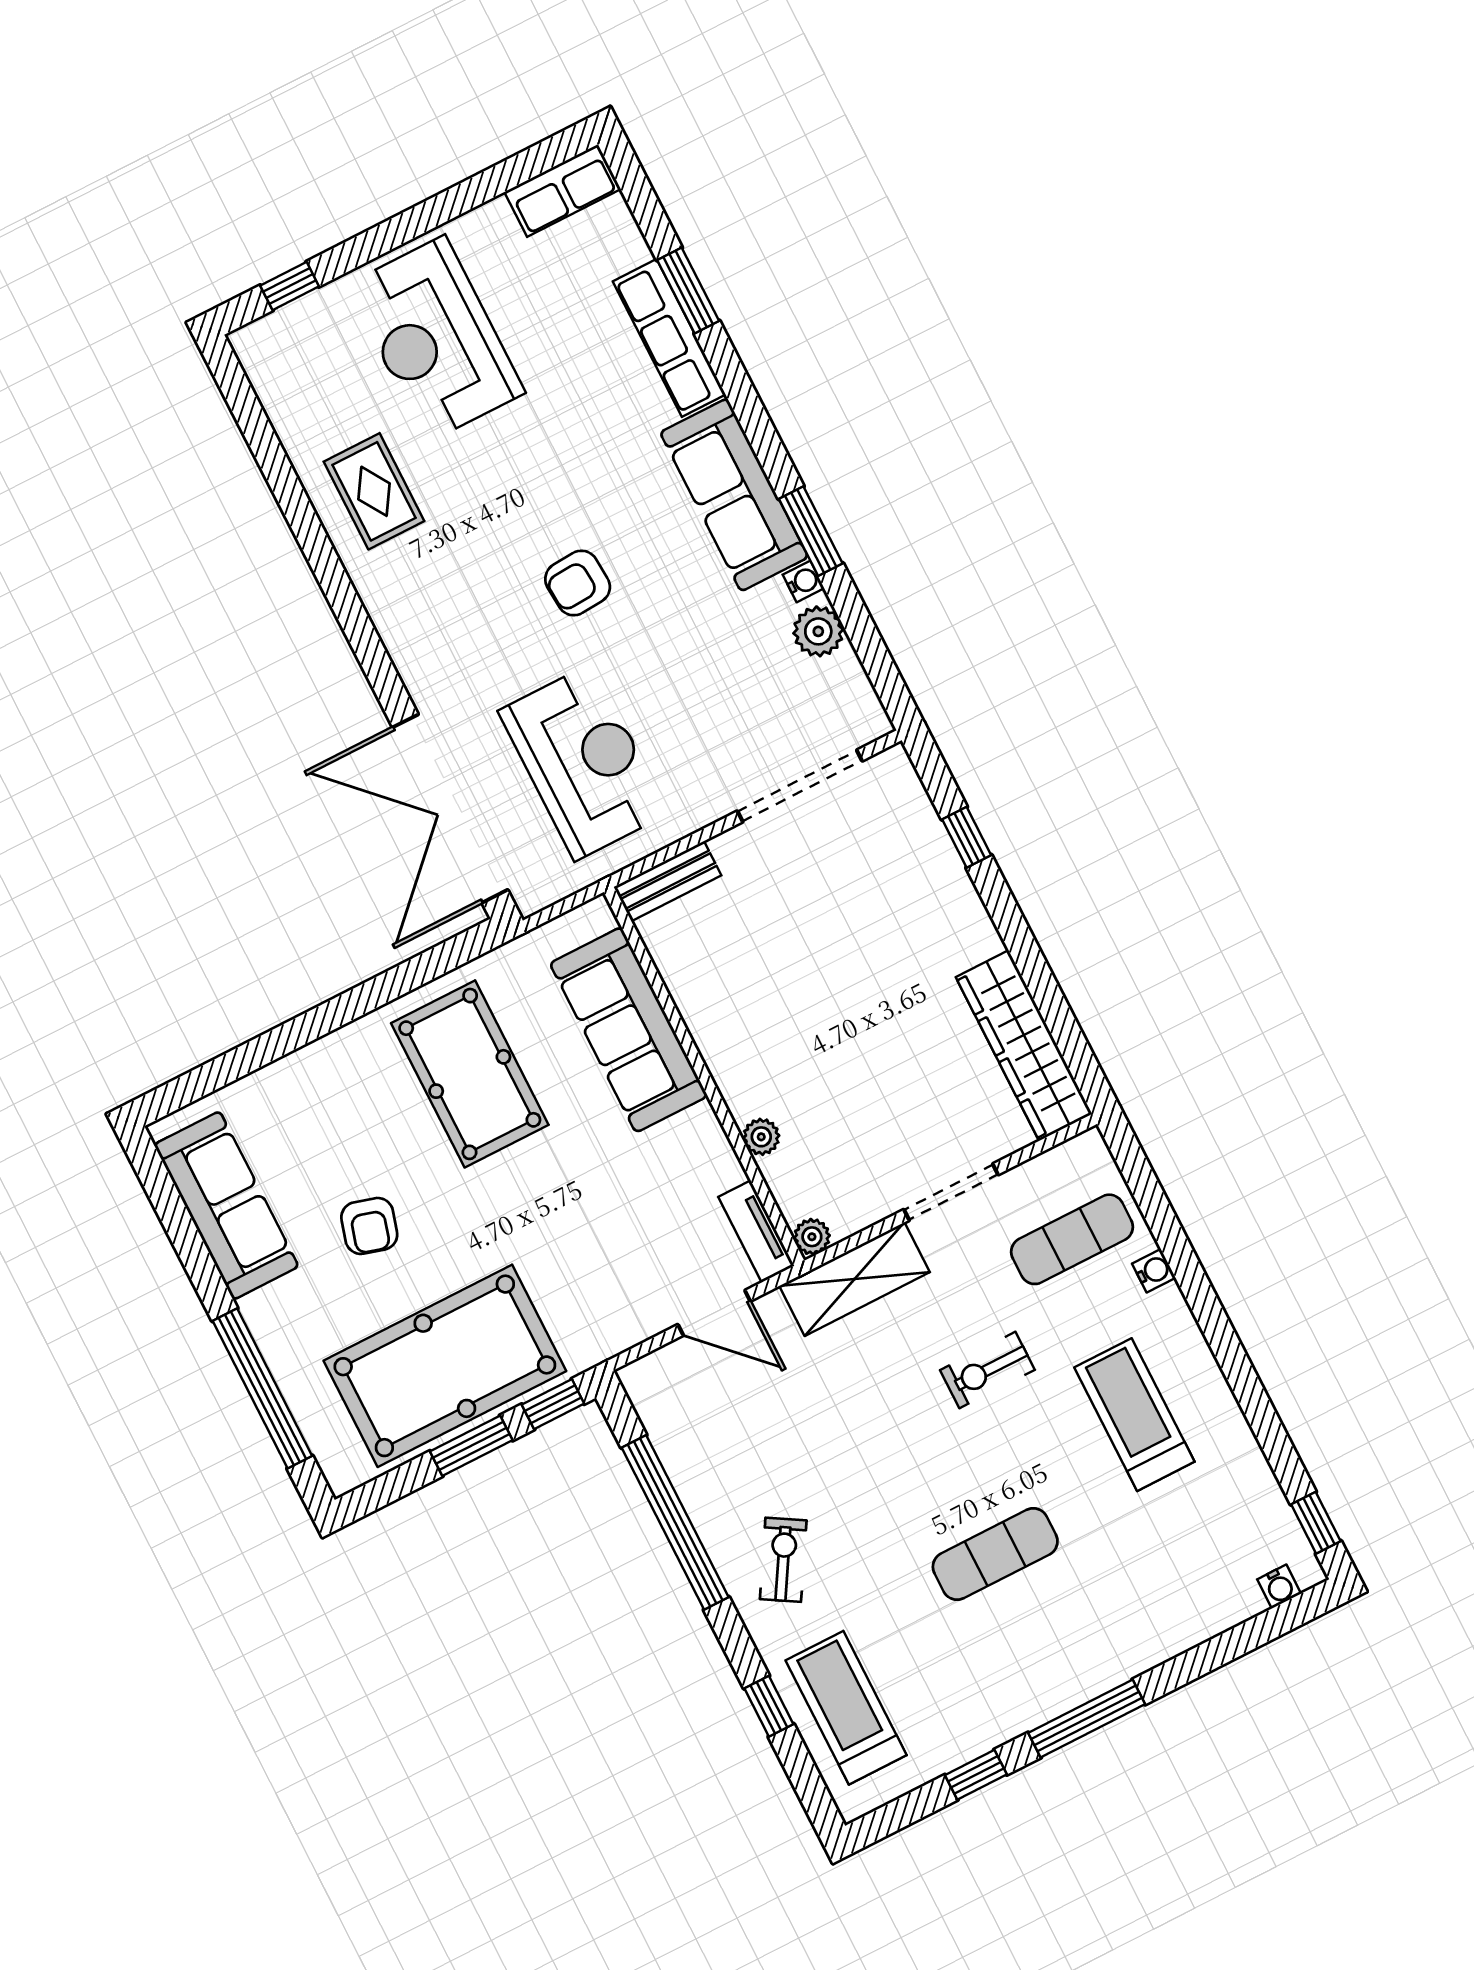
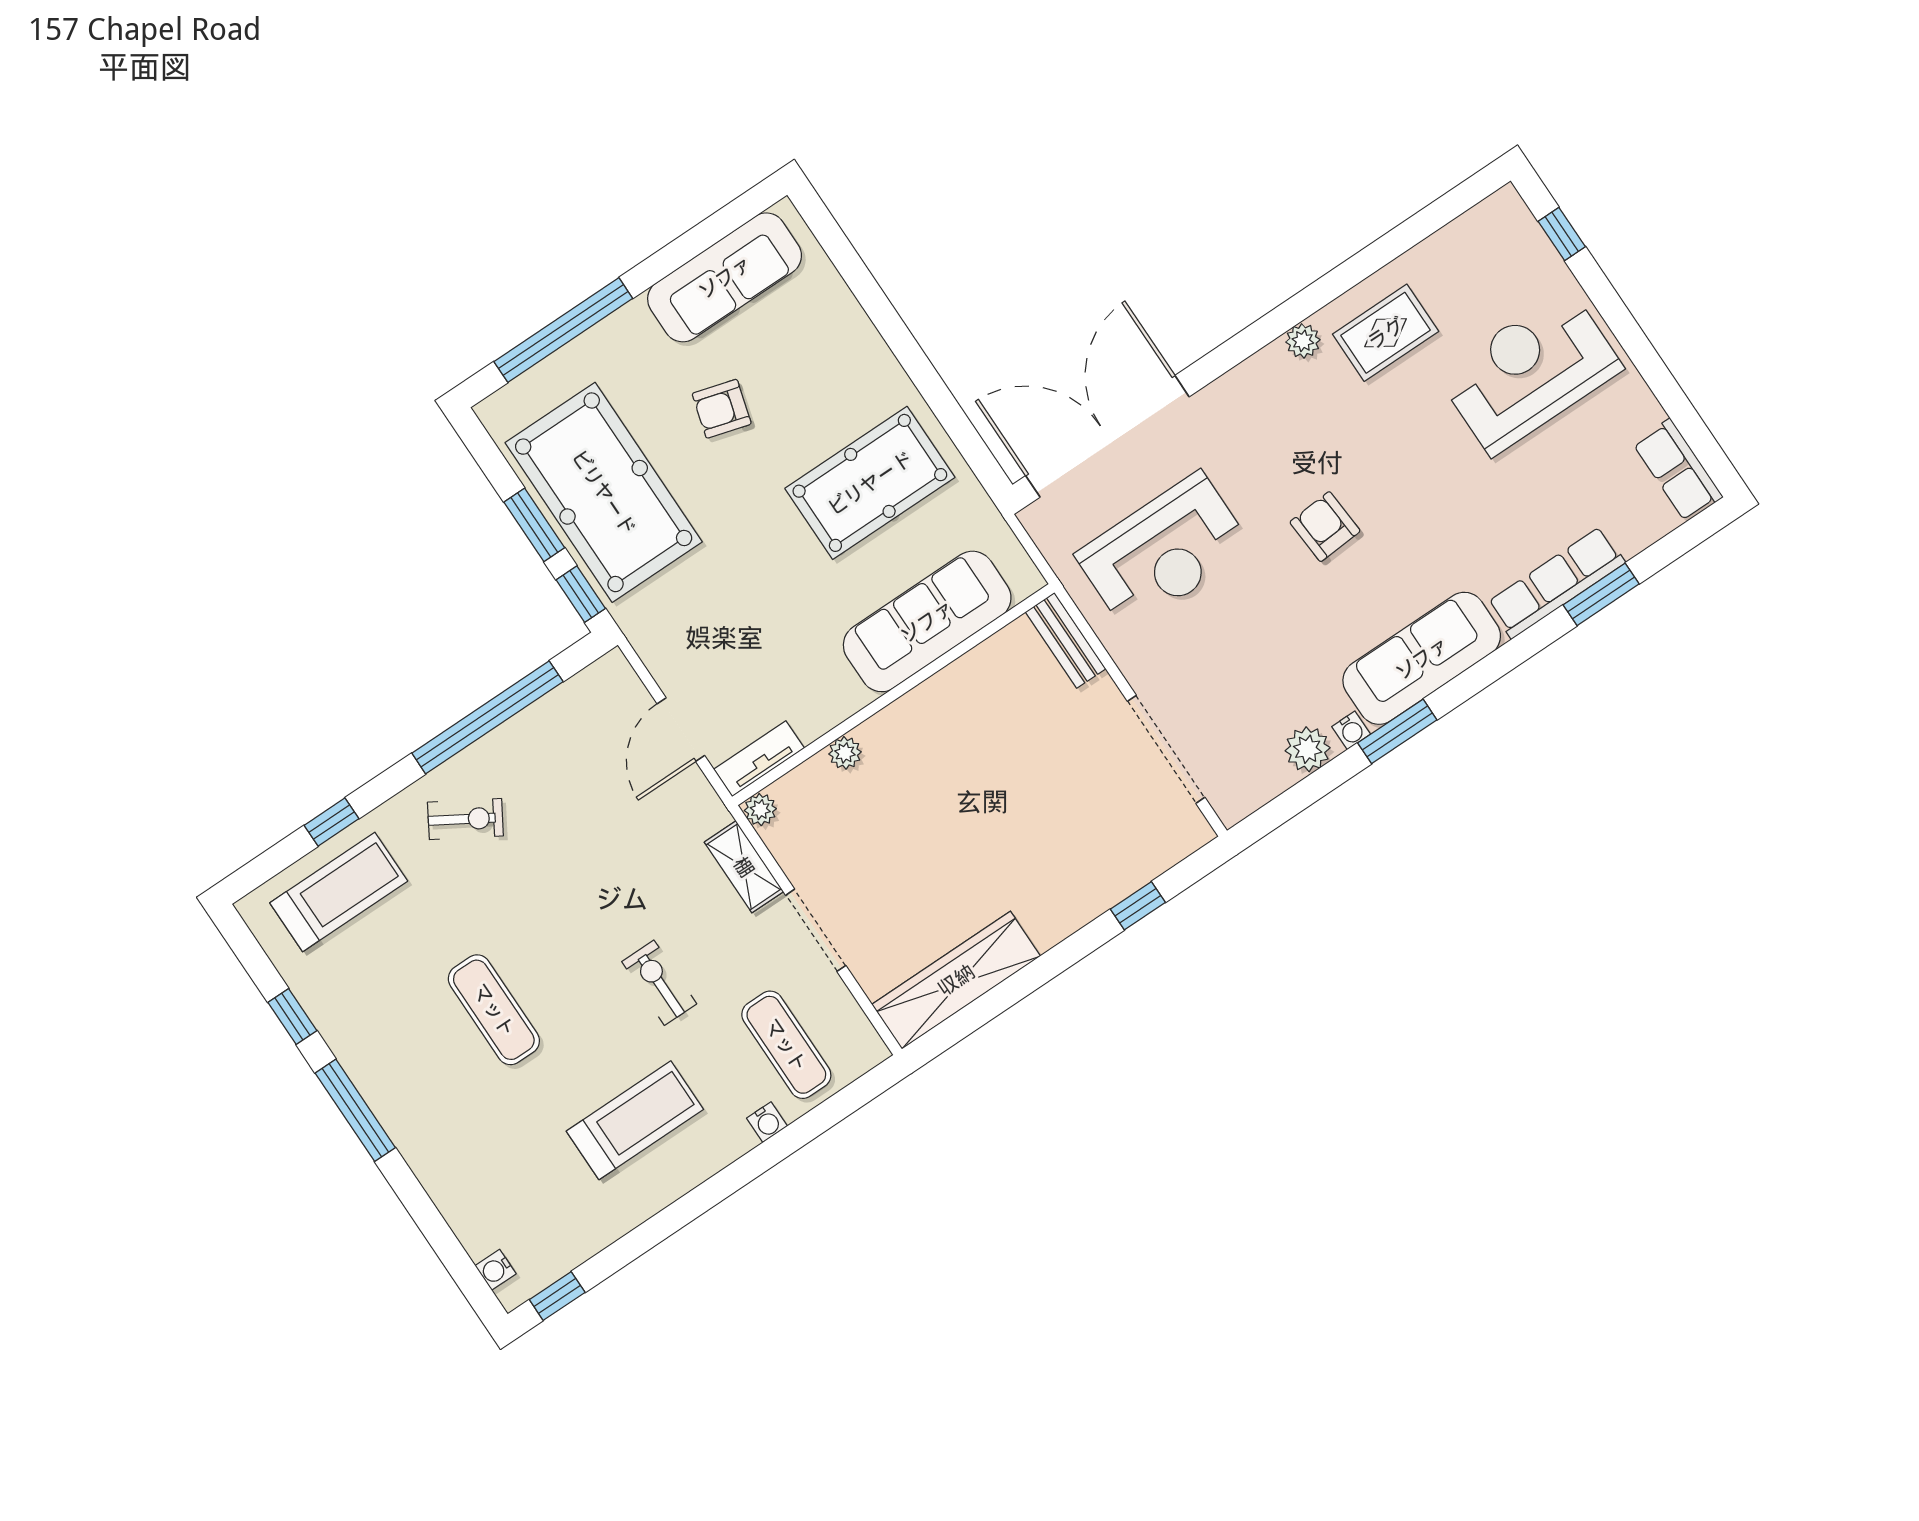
plant: (372, 583) -> (1303, 341), added
shelving: (855, 1279) -> (744, 867), width x0.67, depth x0.75

